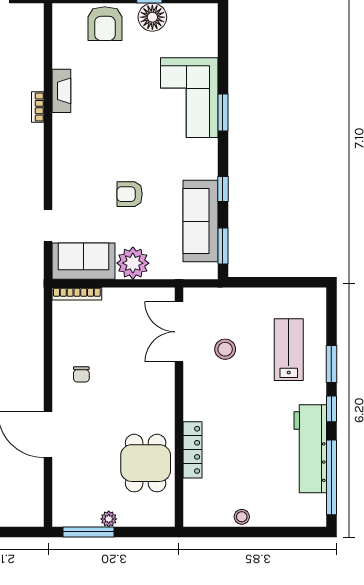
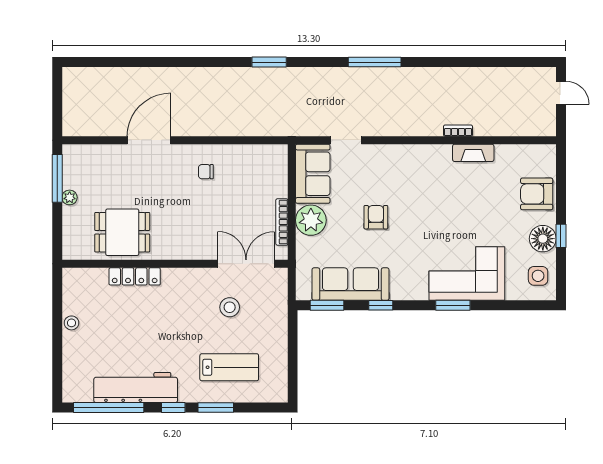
side table: (192, 22) -> (538, 276), added
bookcase: (77, 294) -> (282, 222), moved

